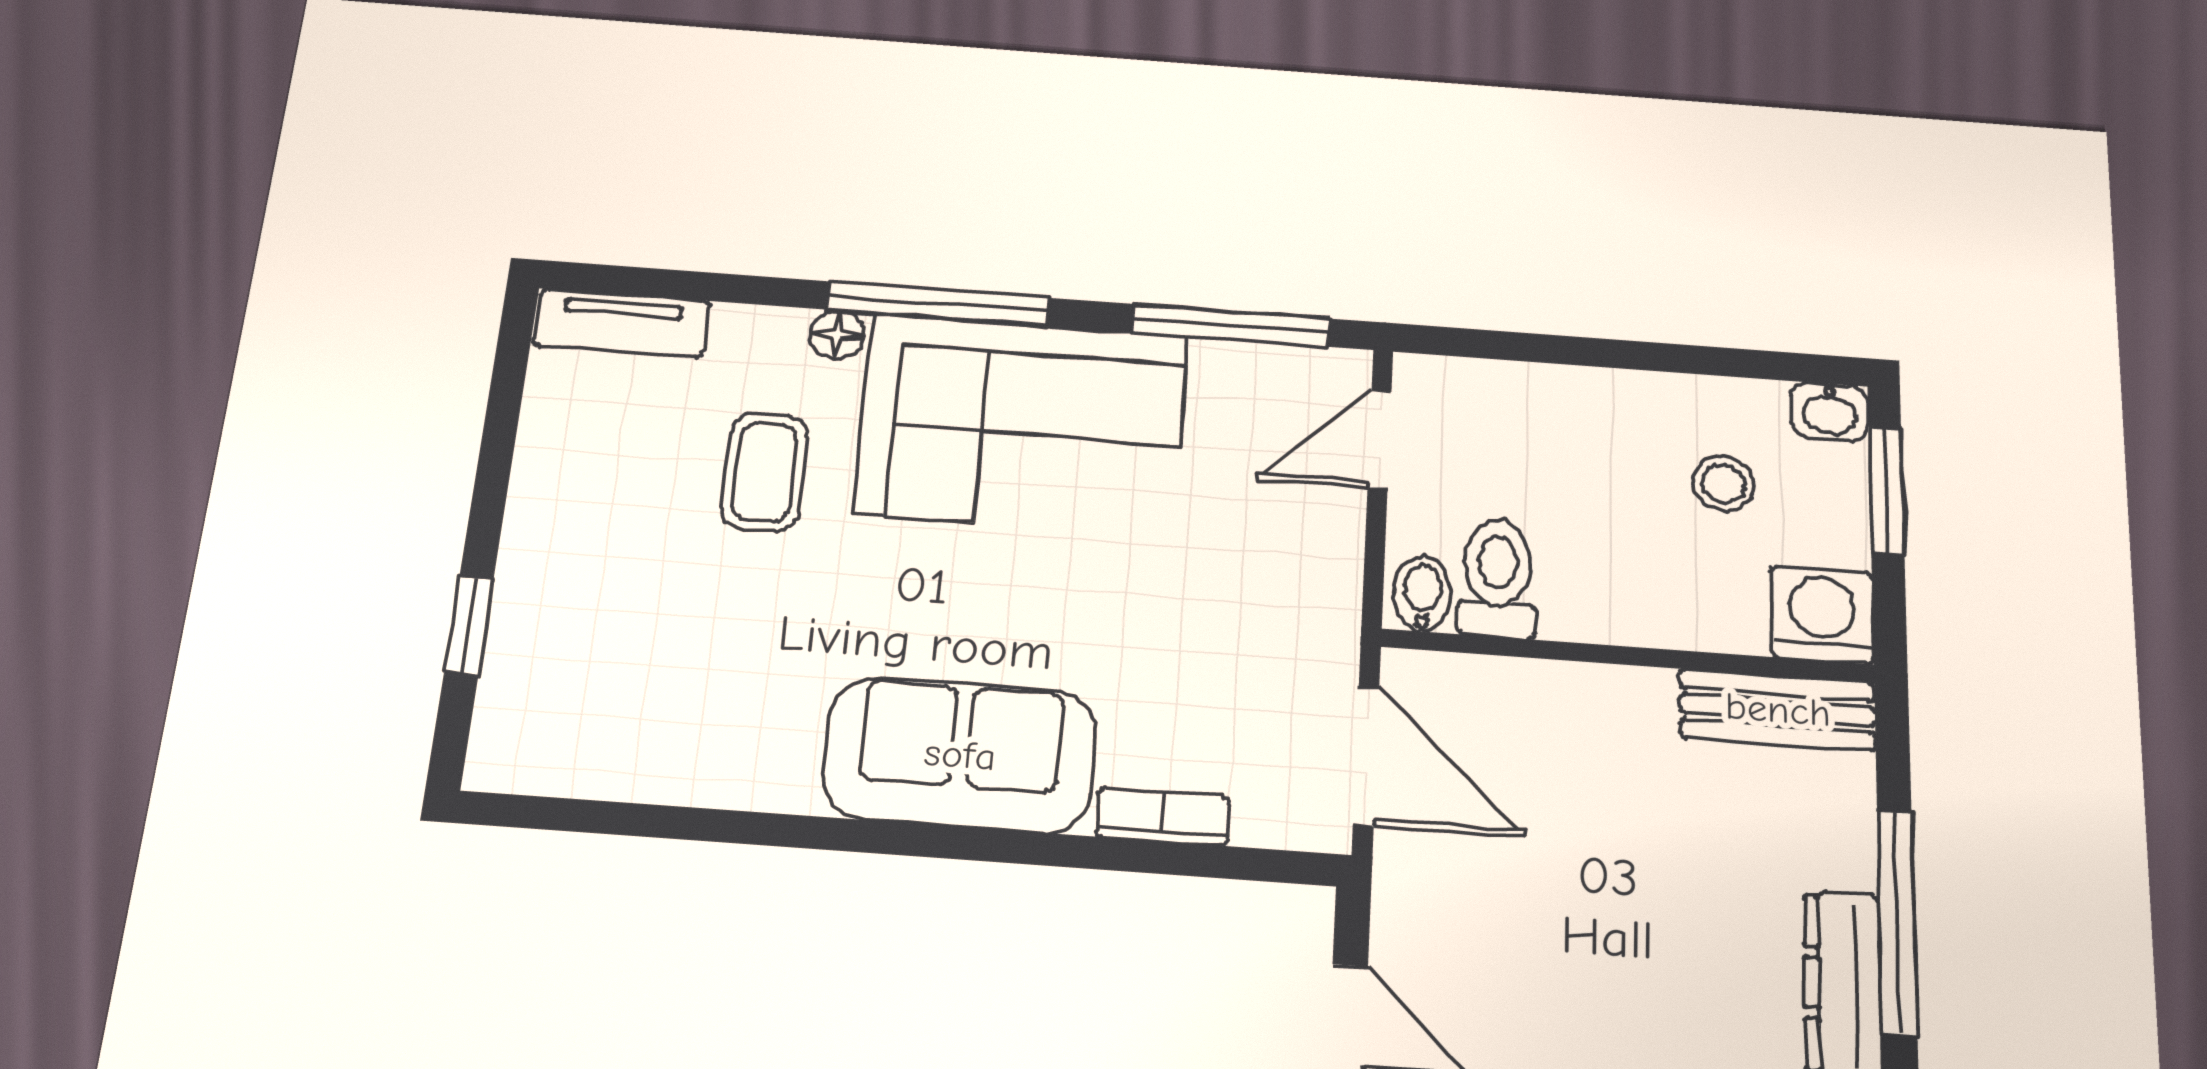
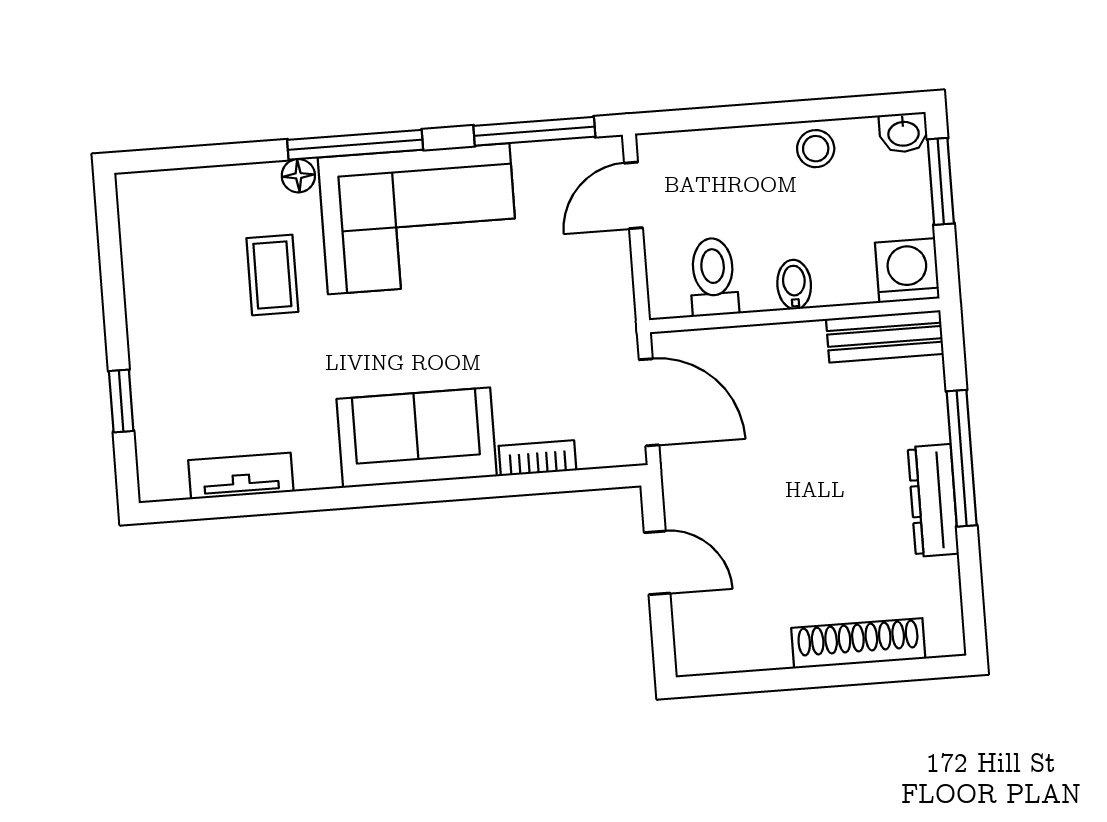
tv unit: (622, 323) -> (241, 476), moved, turned 180
stool: (1724, 483) -> (816, 149), moved
bidet: (1423, 594) -> (794, 284), moved

